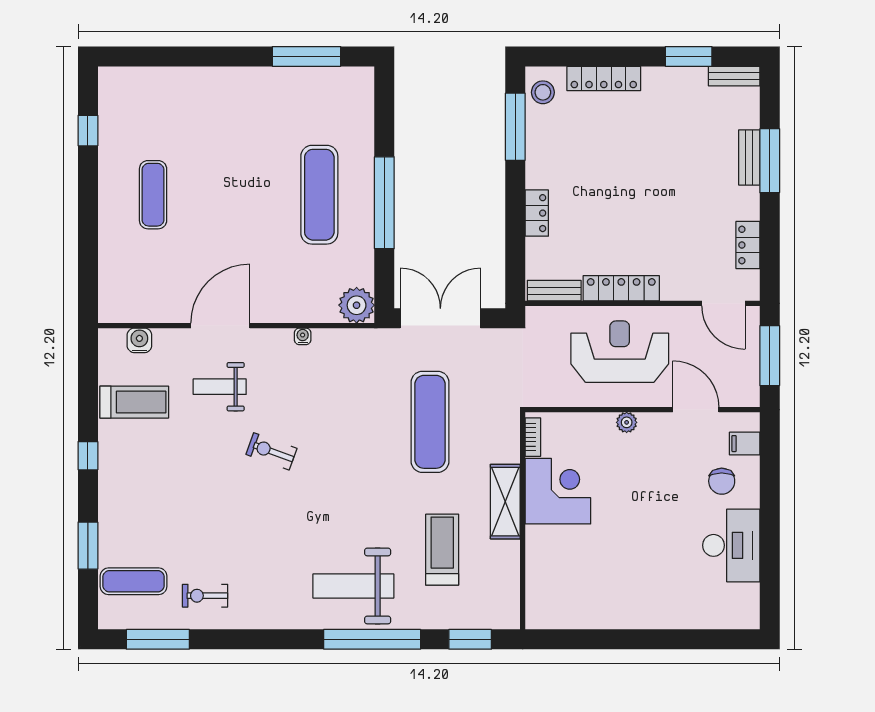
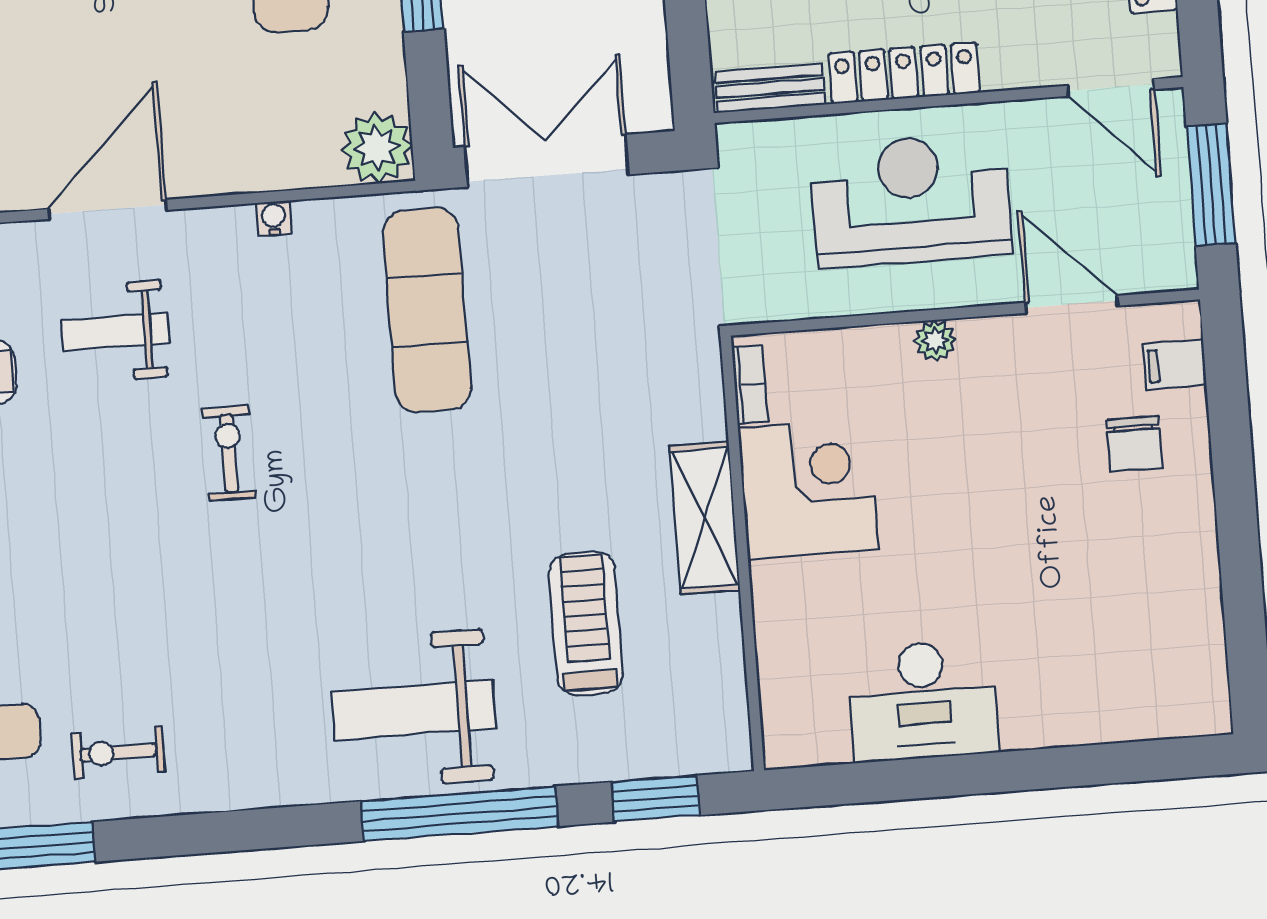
exercise mat: (430, 422) -> (427, 310), moved
exercise bike: (271, 451) -> (229, 453), turned 70
desk: (731, 545) -> (923, 701), moved, turned 90

